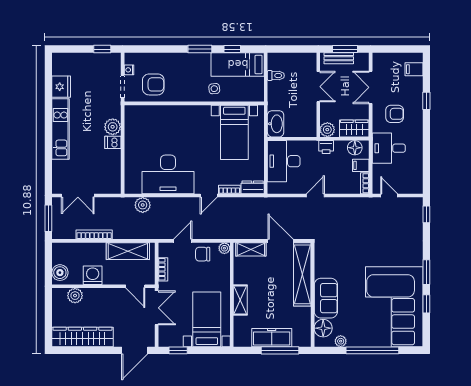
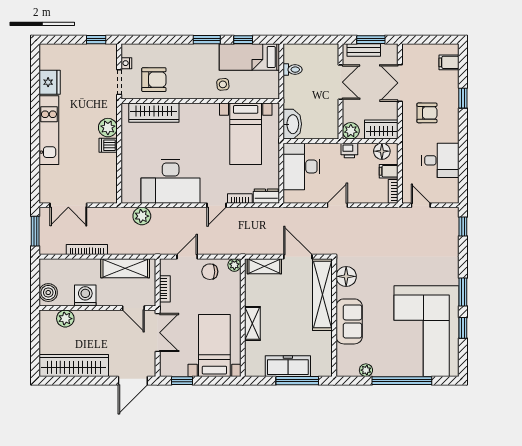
wardrobe: (153, 114) -> (154, 113), added
desk: (389, 148) -> (440, 160), moved, turned 180
floor lamp: (323, 328) -> (346, 276), moved

